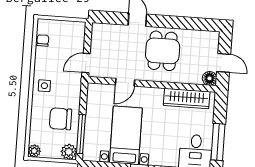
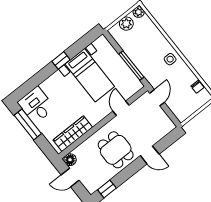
window: (201, 24) -> (107, 189), added
chair: (61, 119) -> (141, 48), removed
window: (81, 134) -> (131, 66), moved
plant: (69, 152) -> (126, 24), moved

